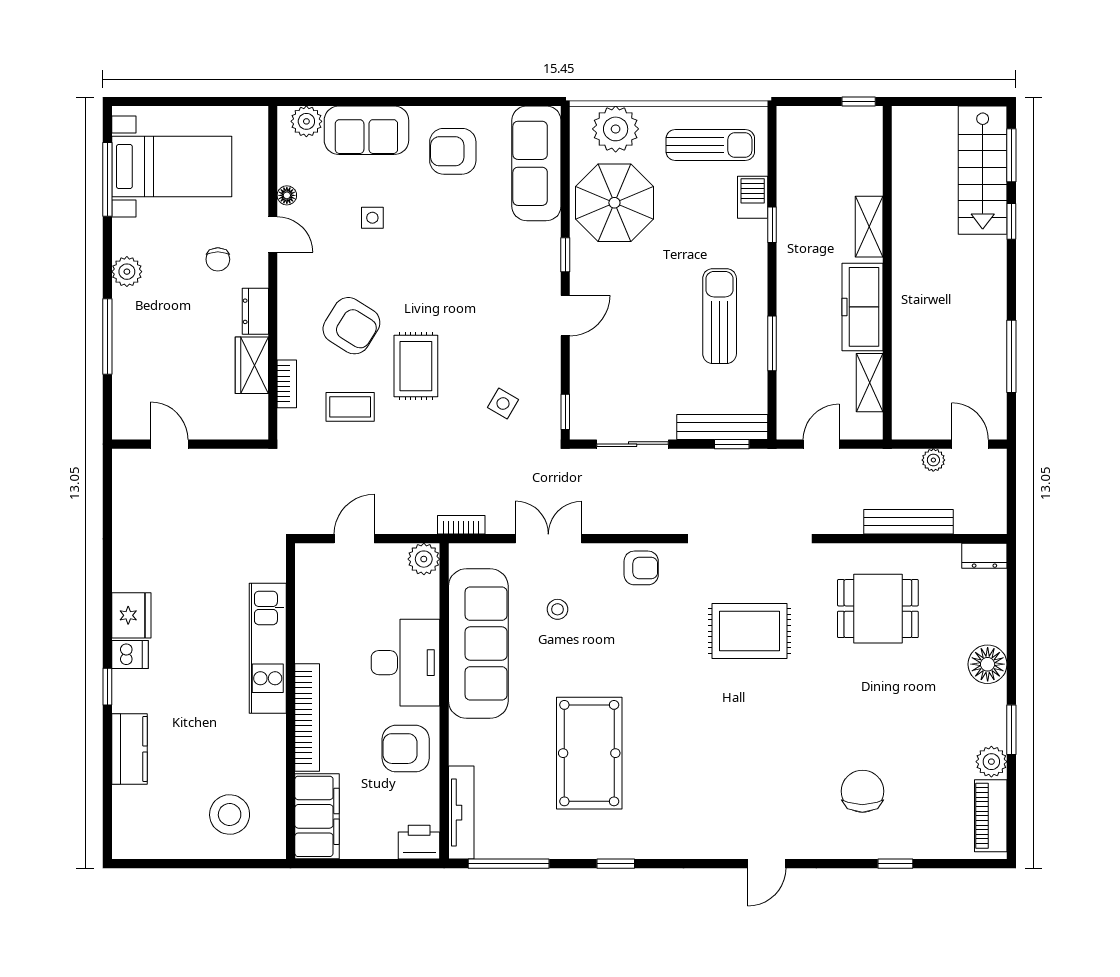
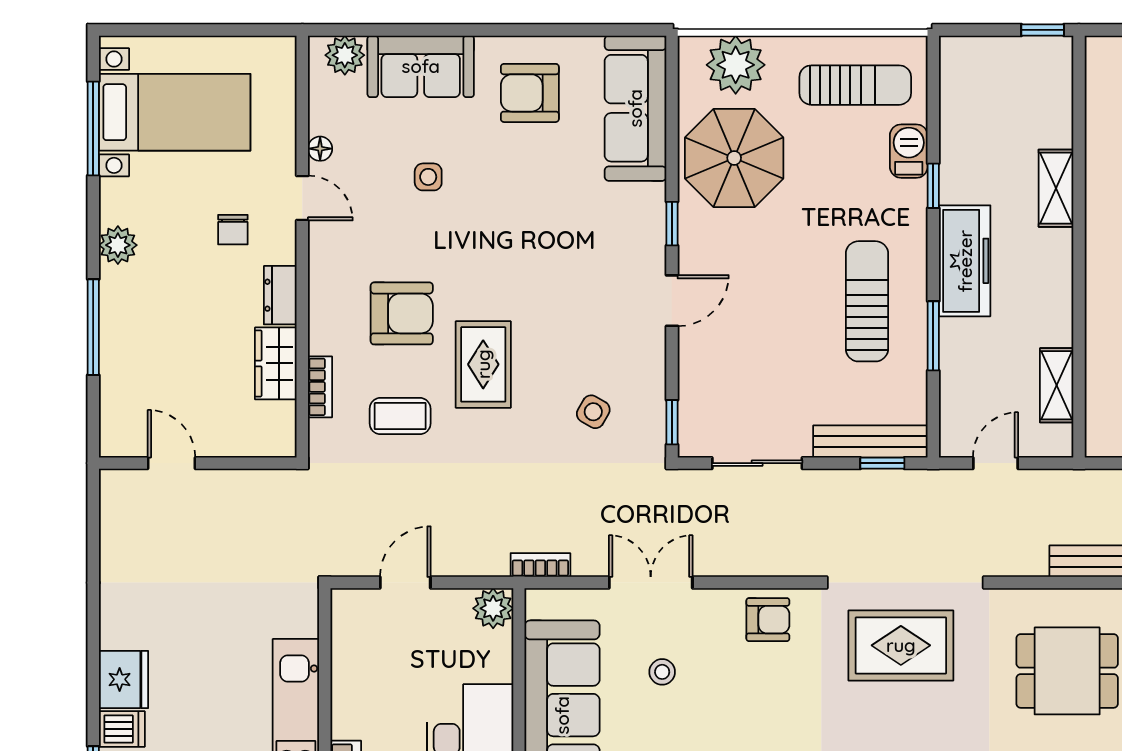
freezer: (862, 307) -> (965, 261), moved, turned 180
armchair: (351, 326) -> (402, 313), turned -32
rug: (750, 631) -> (901, 645), moved

